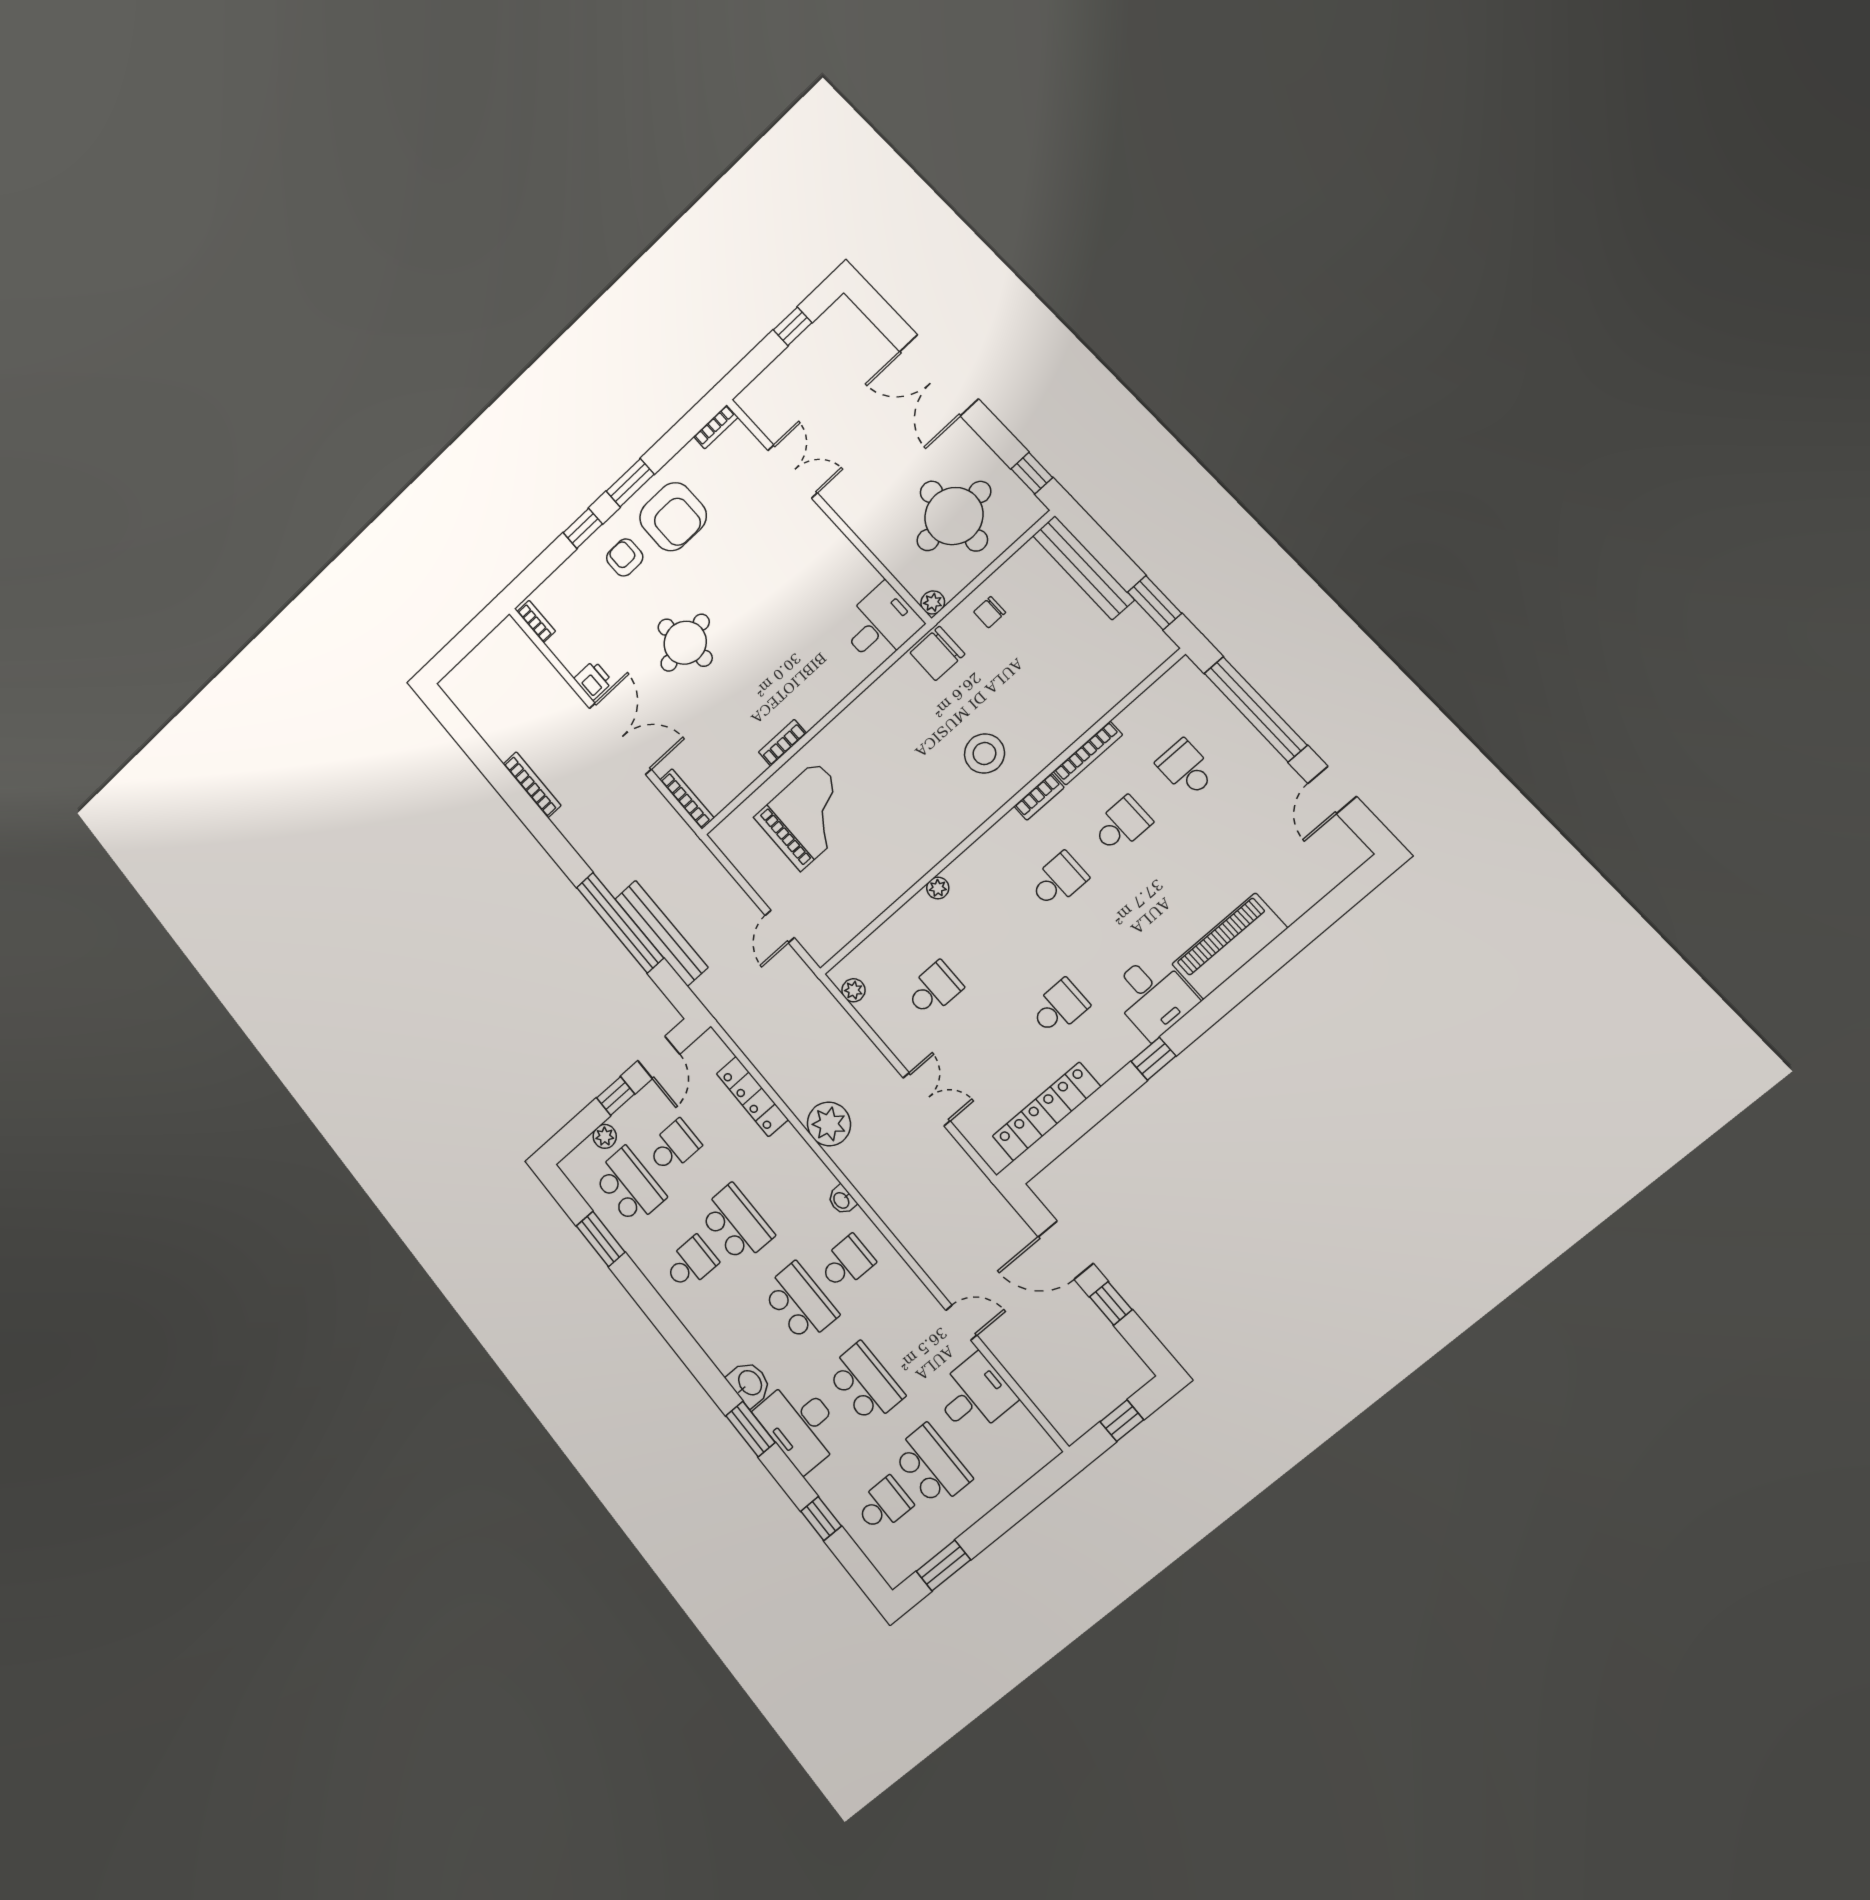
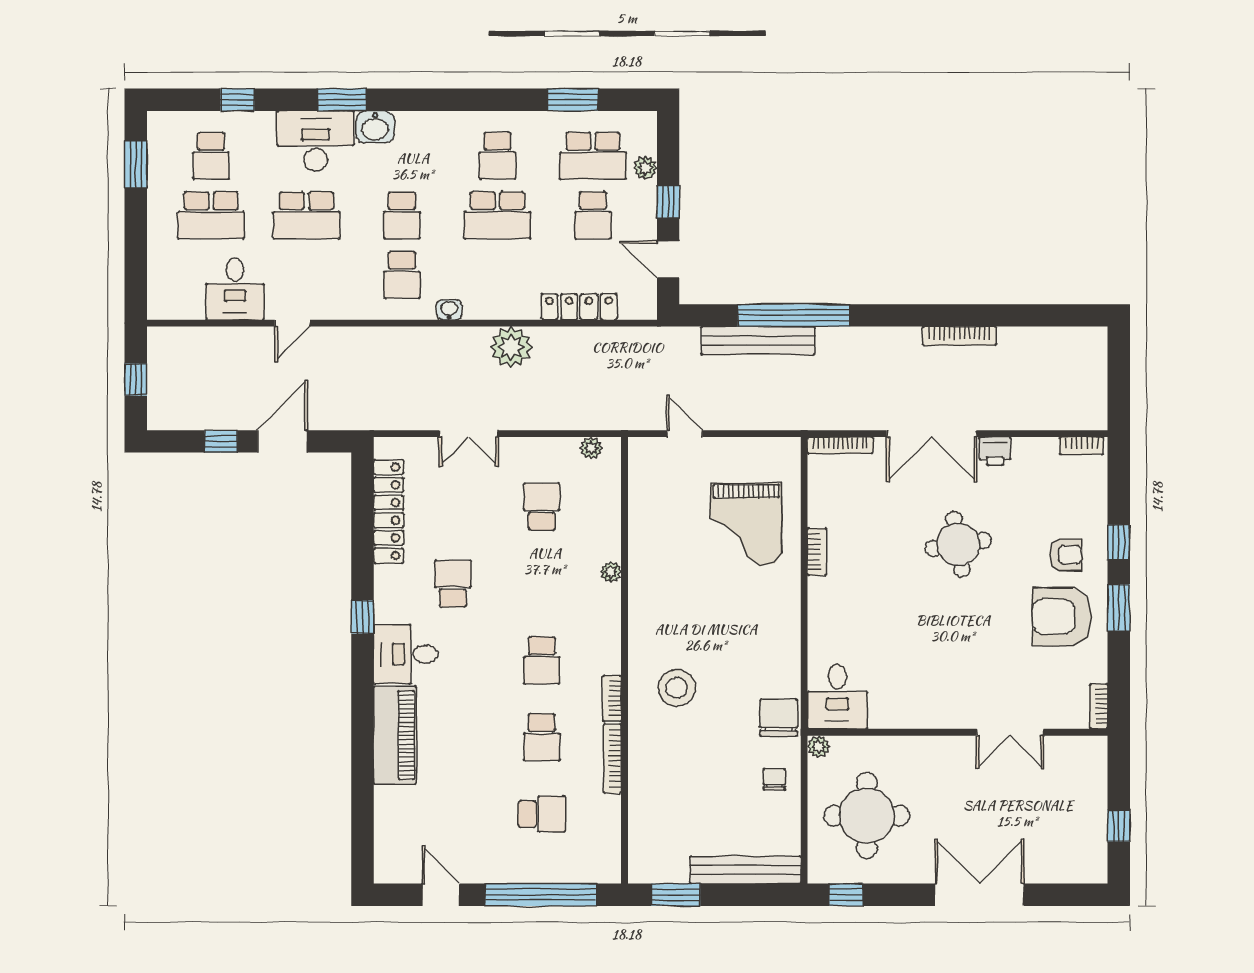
school desk: (934, 989) -> (542, 507), turned 180
school desk: (1059, 1007) -> (453, 584), turned 180
school desk: (800, 1303) -> (402, 215), width x0.54

